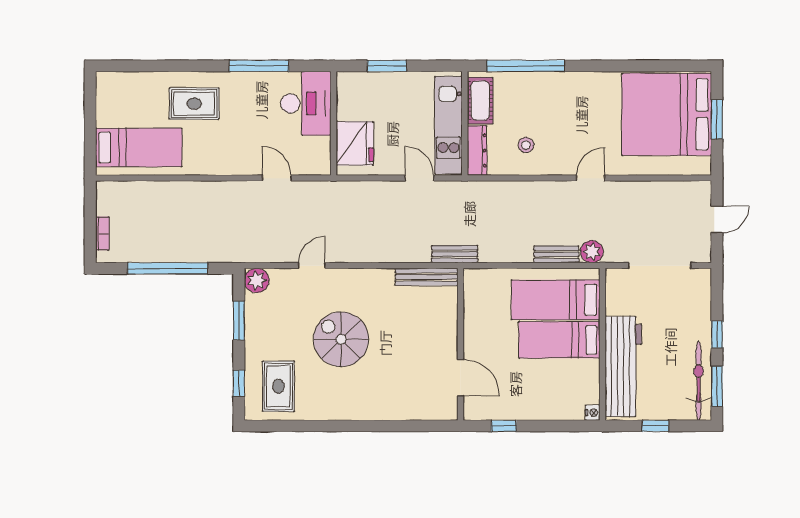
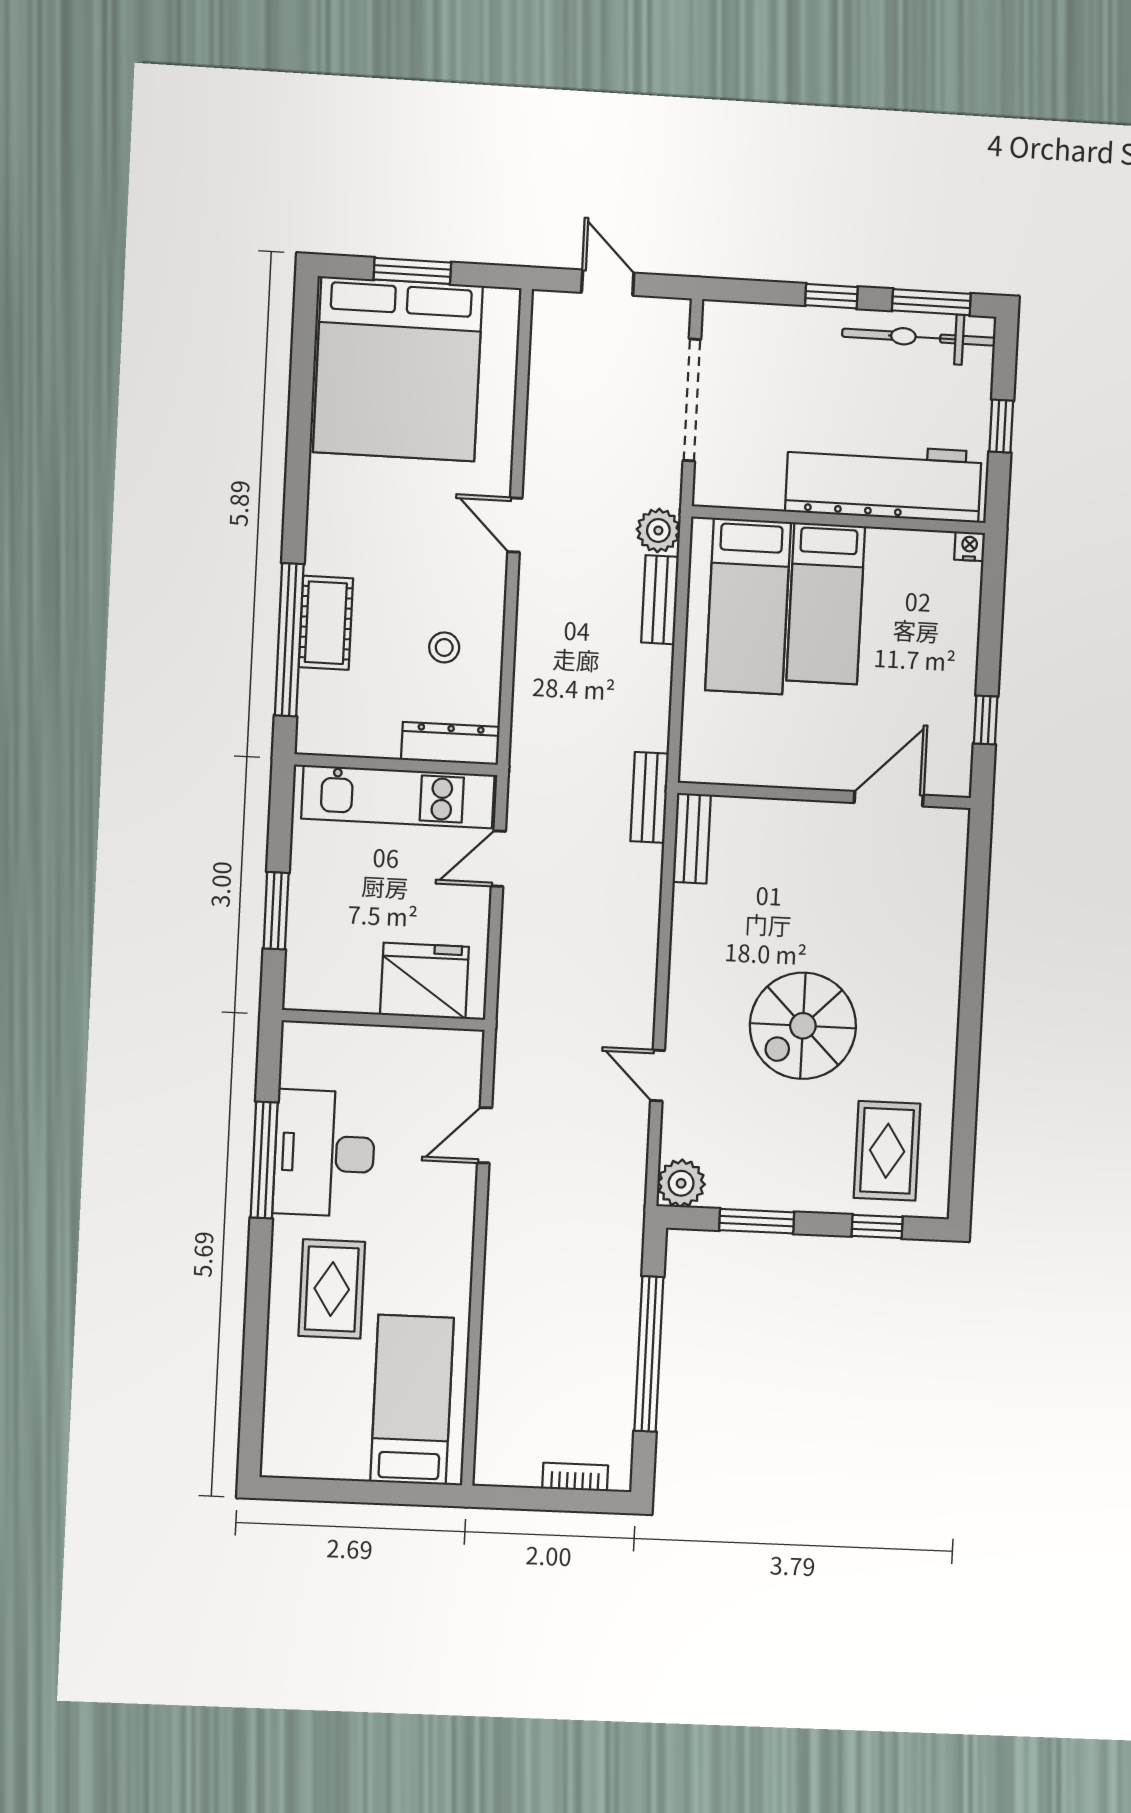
cot: (480, 101) -> (326, 623), moved, turned 90
desk: (306, 103) -> (324, 1153), moved, turned -90
bench: (427, 277) -> (692, 838), width x0.73
rug: (278, 386) -> (887, 1151), turned 90

